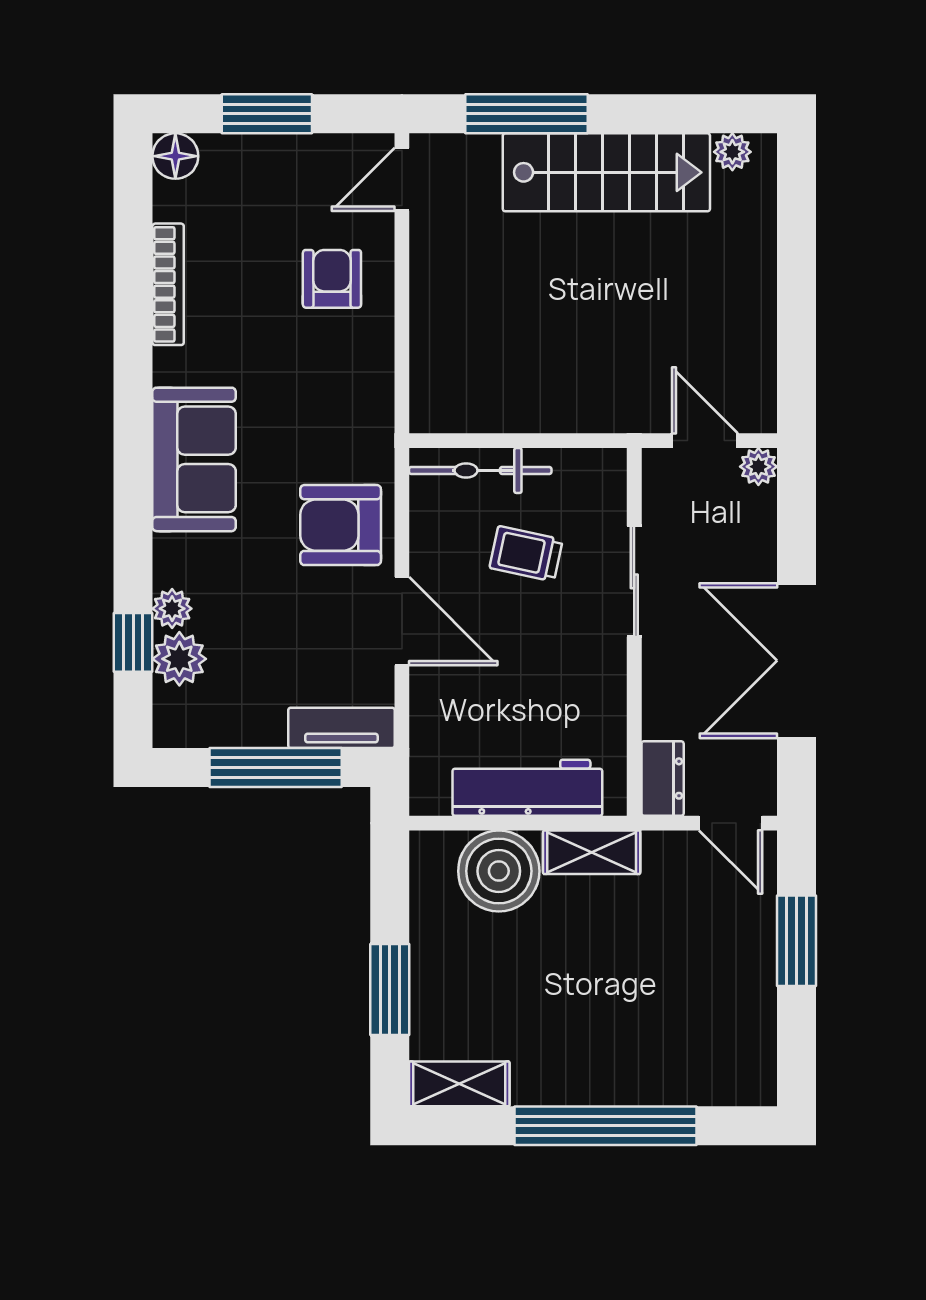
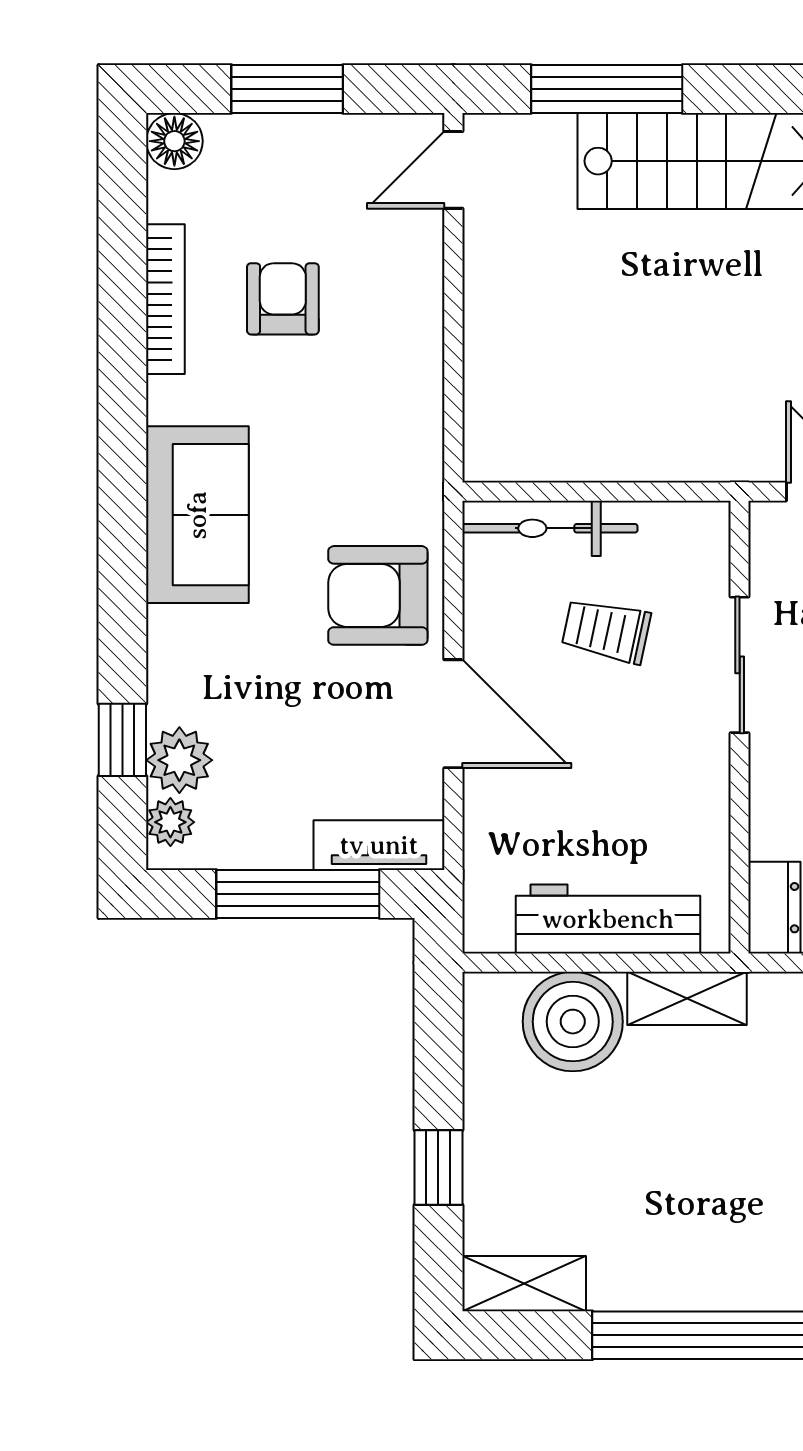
armchair: (332, 279) -> (283, 299), moved
plant: (172, 609) -> (170, 822), moved
window: (390, 990) -> (438, 1168), width x0.67

